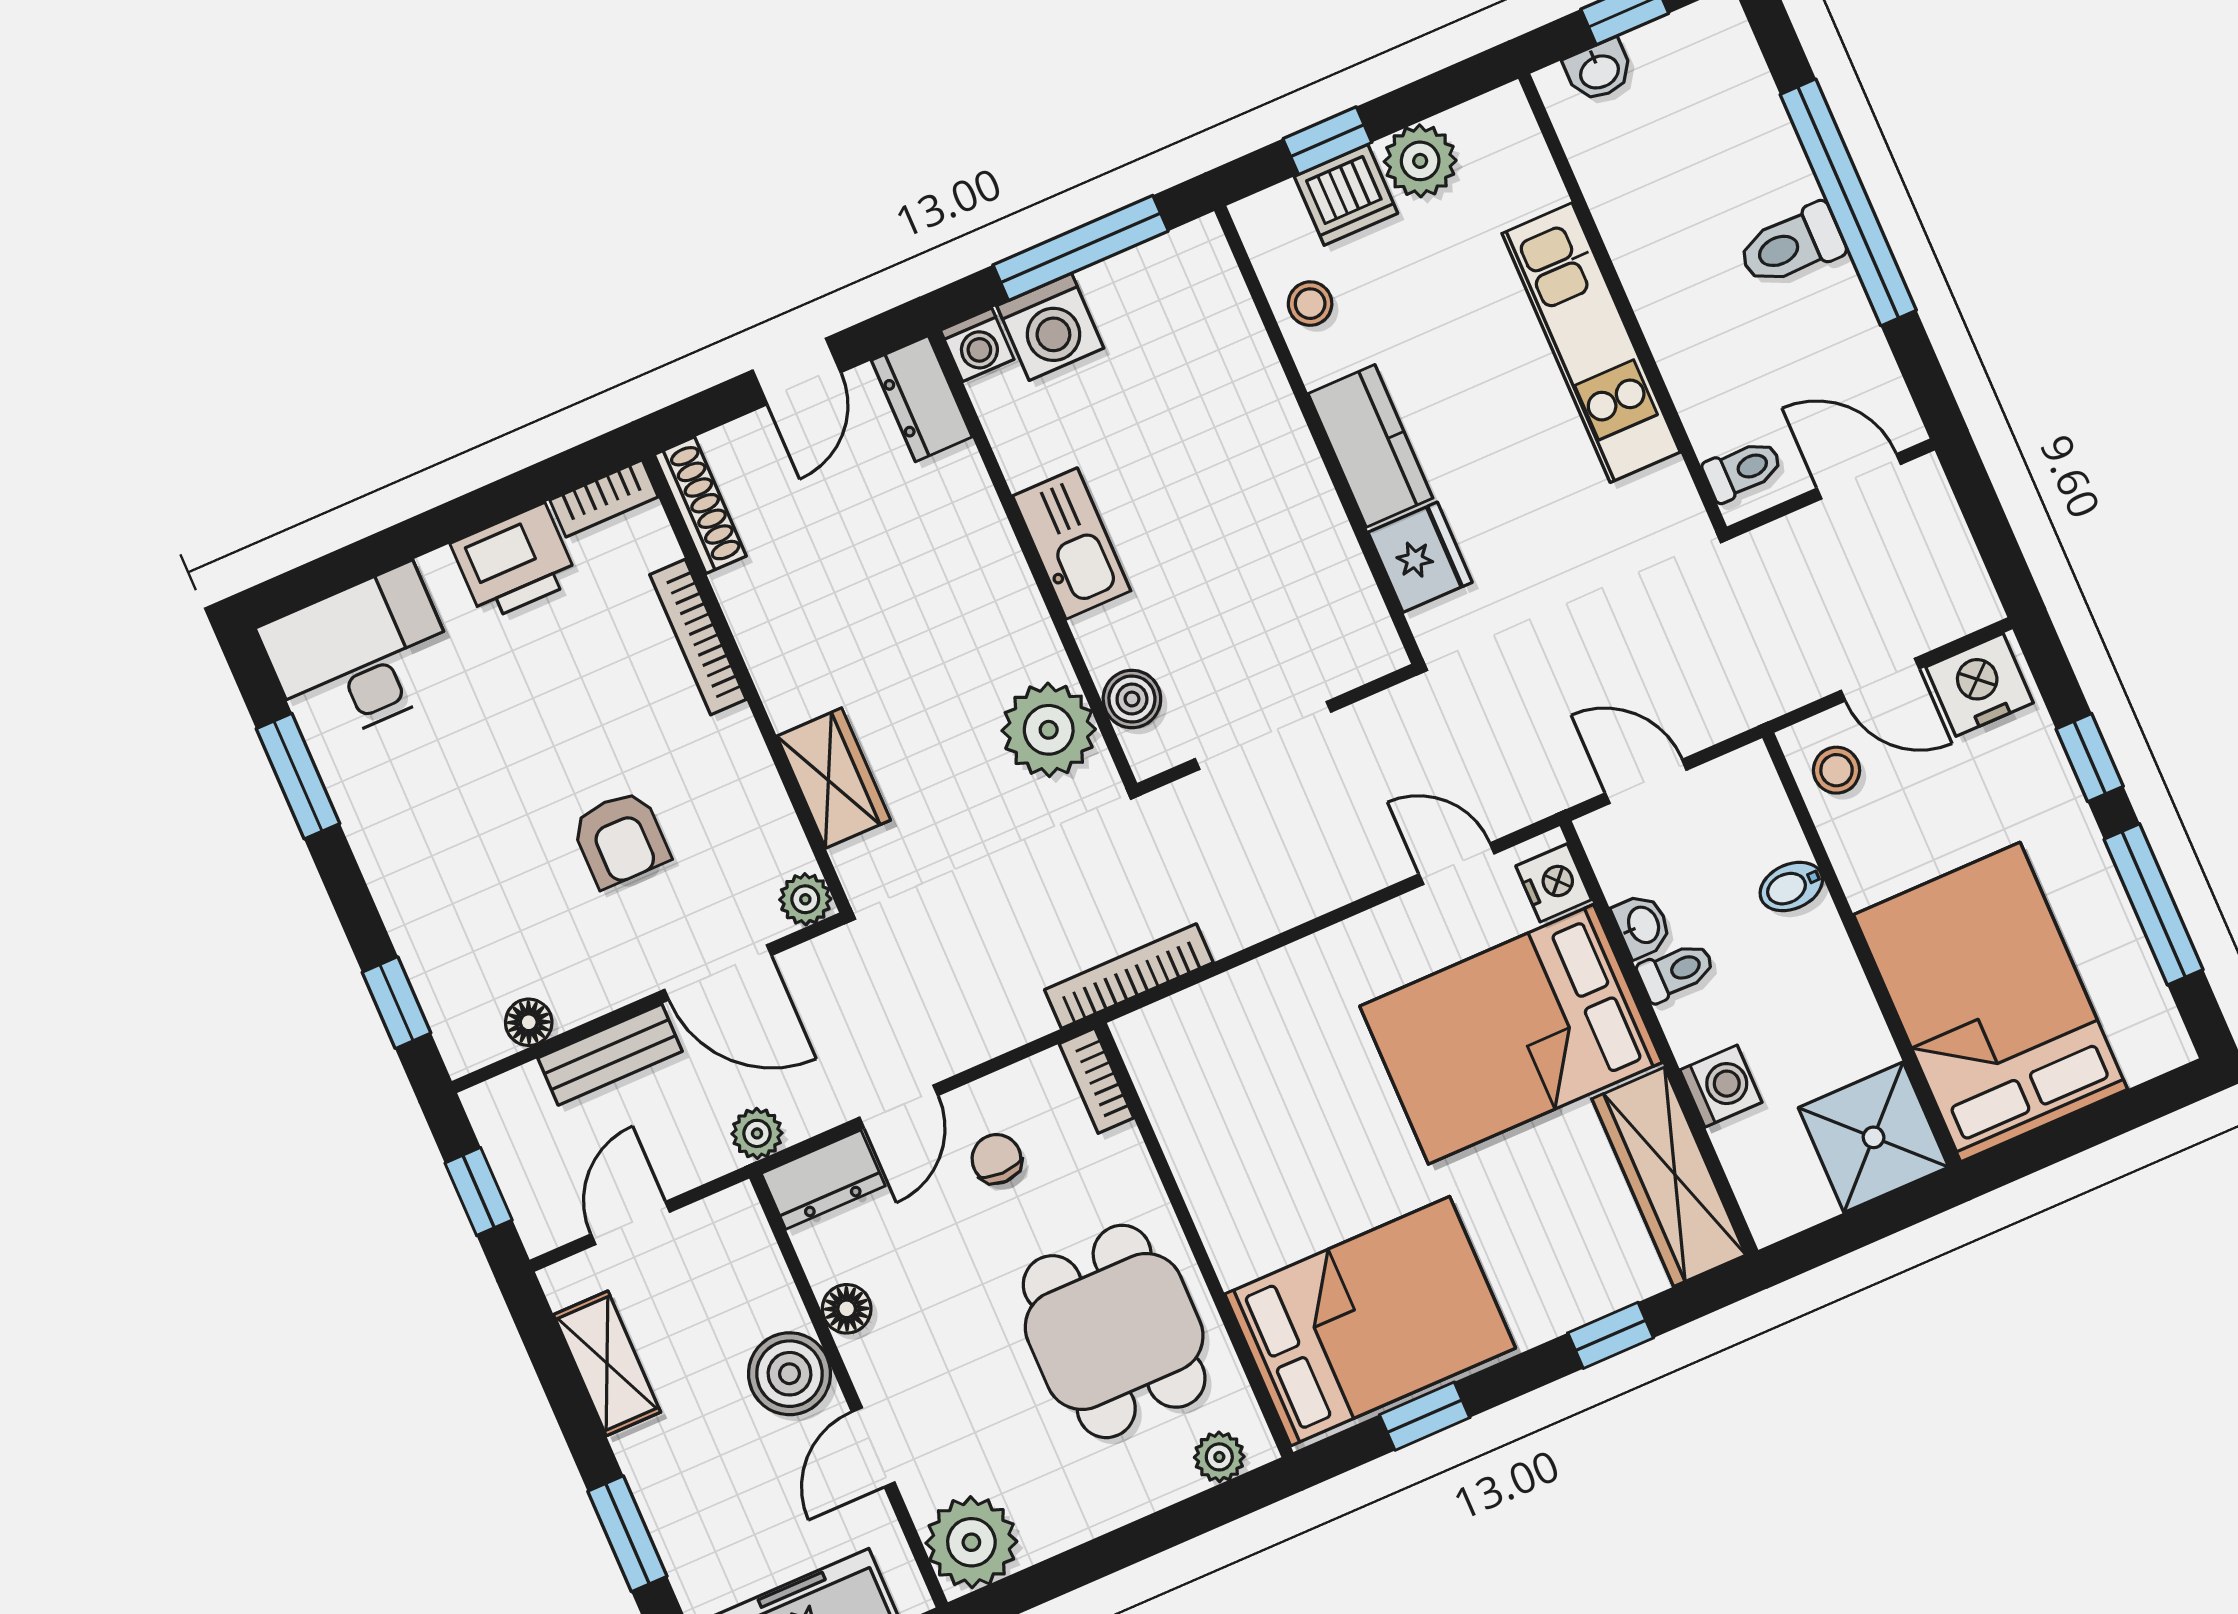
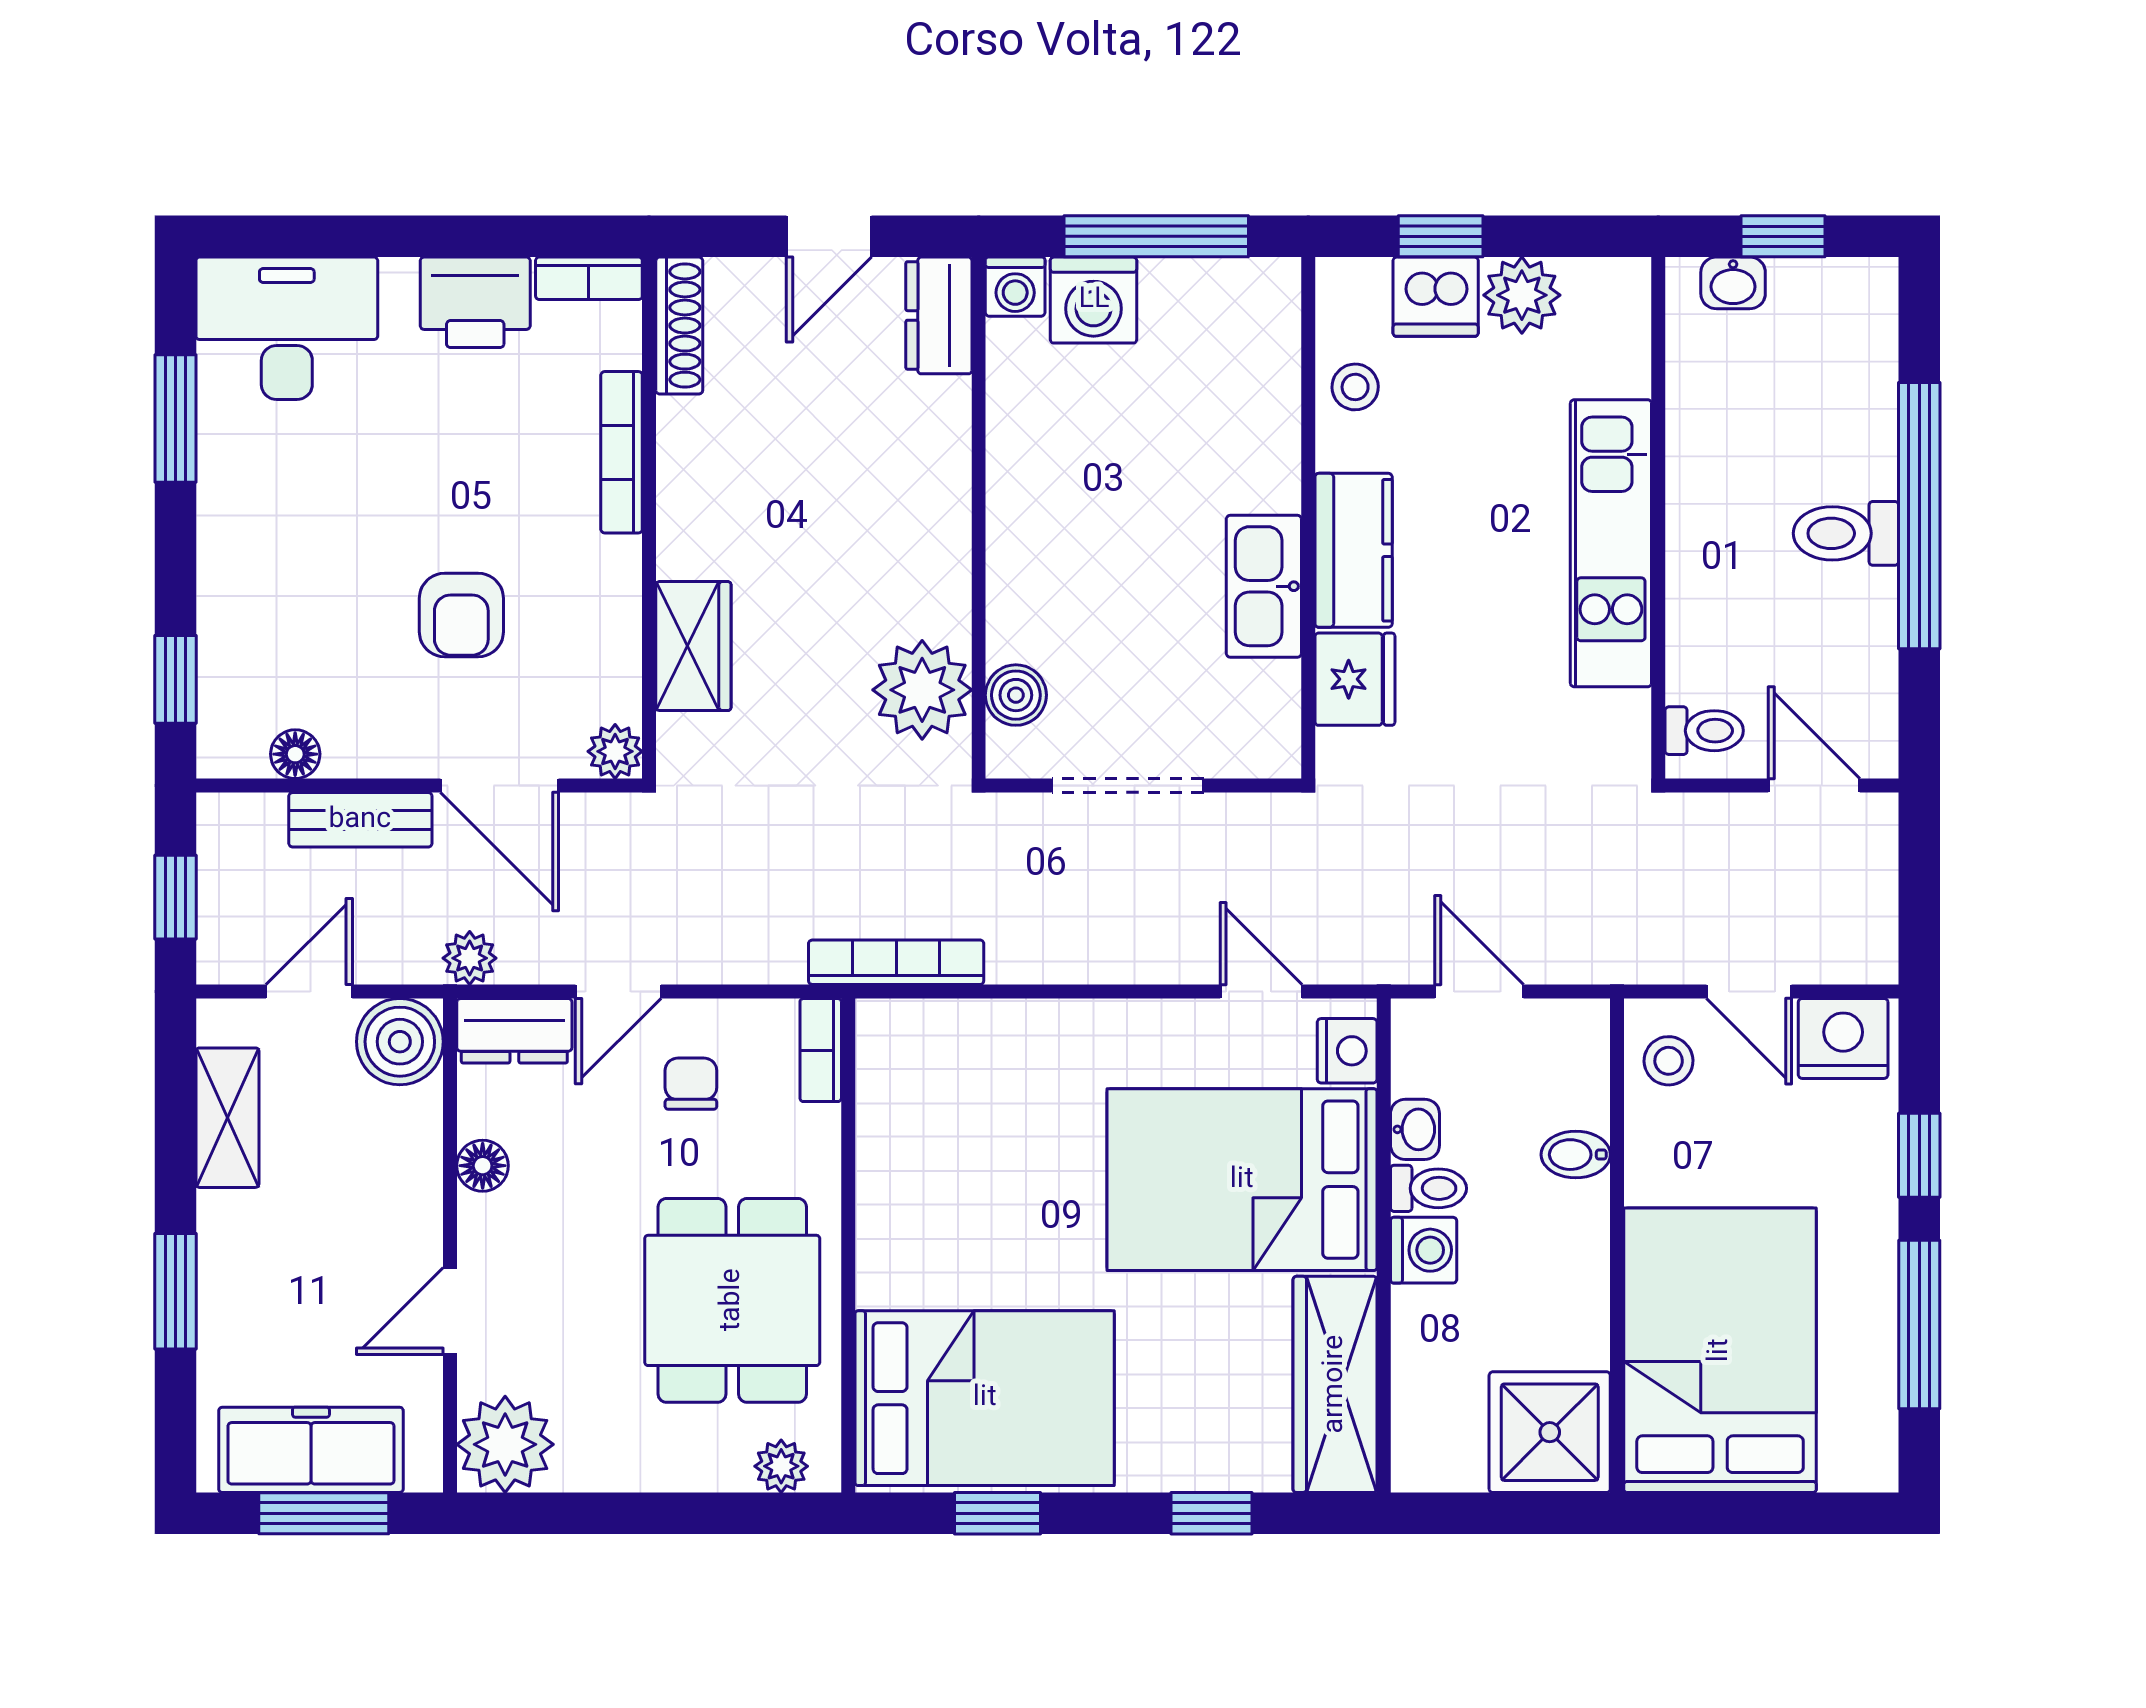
kitchen sink: (1072, 543) -> (1264, 586), moved, turned 180
washing machine: (1721, 1086) -> (1424, 1250), moved
boiler: (789, 1374) -> (400, 1042), moved

